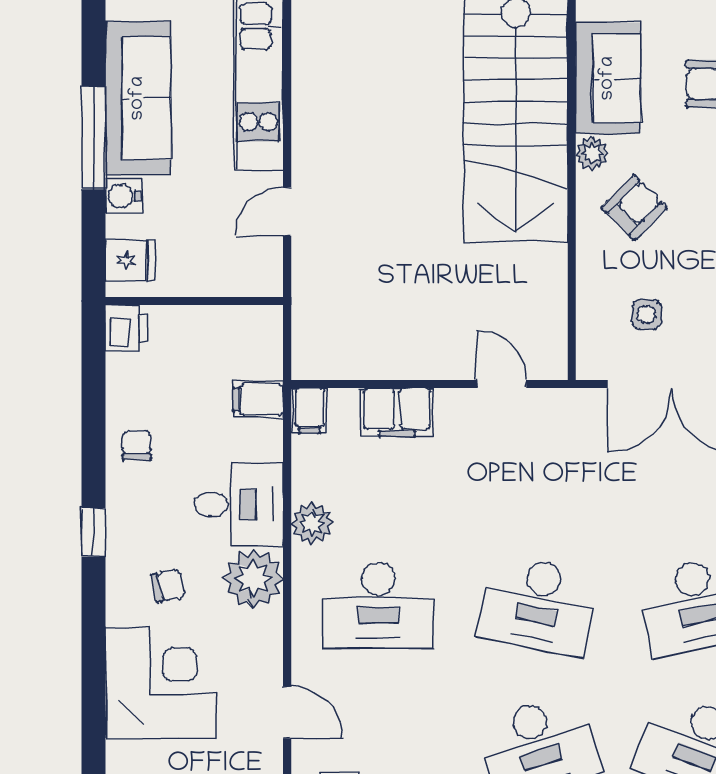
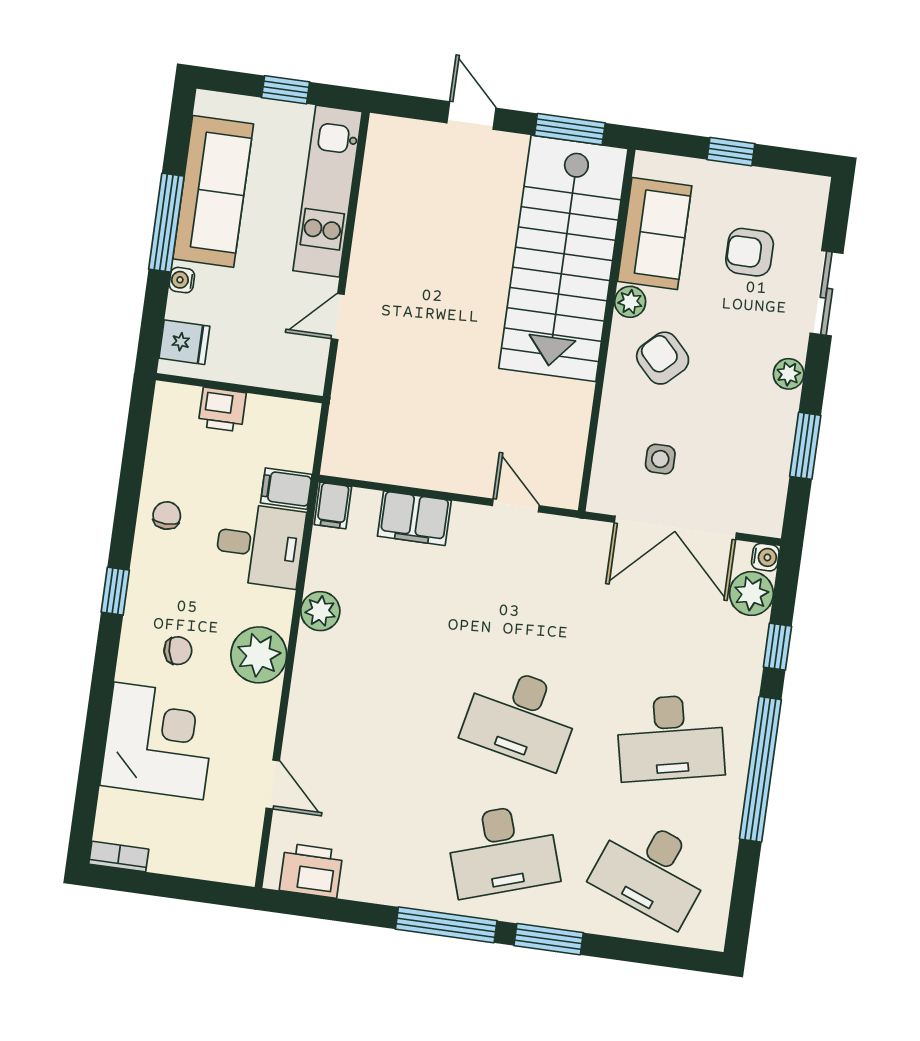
water cooler: (123, 196) -> (182, 280), width x0.72, depth x0.72
armchair: (634, 208) -> (663, 358), turned -89
printer: (126, 328) -> (222, 410), moved, turned 90
desk: (239, 504) -> (260, 545), moved
desk: (378, 605) -> (372, 696), removed

